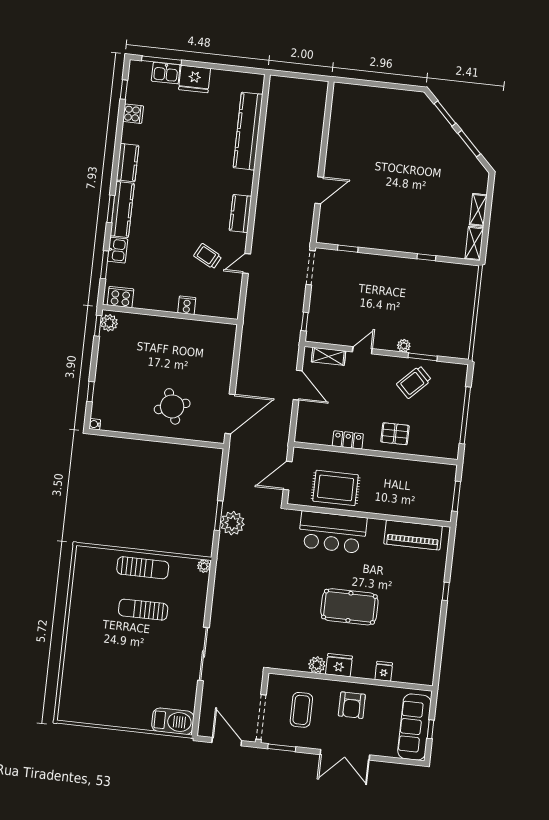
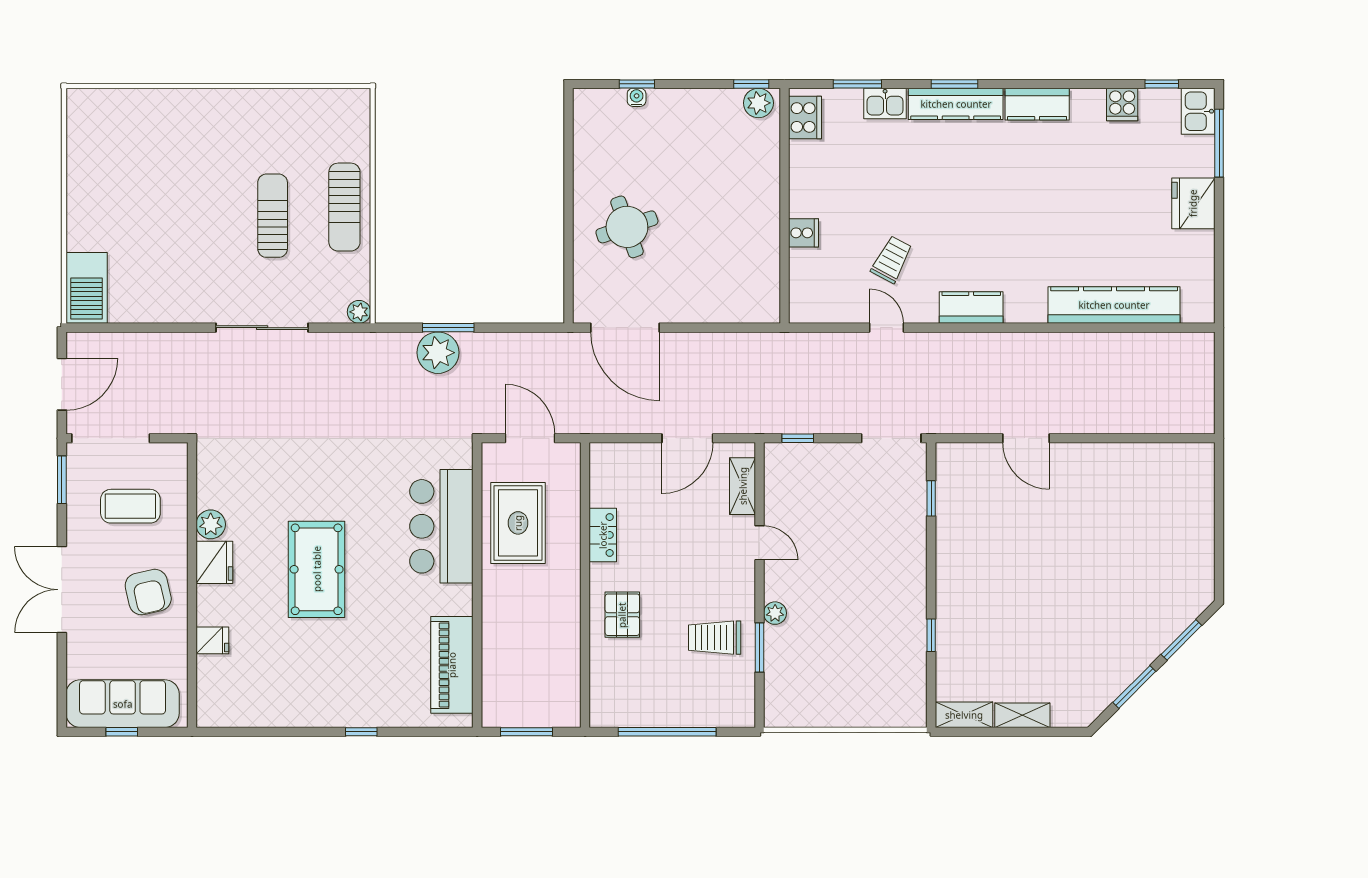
kitchen sink: (166, 73) -> (1198, 111), moved
trolley: (414, 382) -> (715, 638), turned -45
water cooler: (95, 424) -> (637, 97), moved
sliding door: (203, 654) -> (262, 328), moved
armchair: (352, 705) -> (148, 592), turned -103

